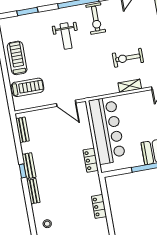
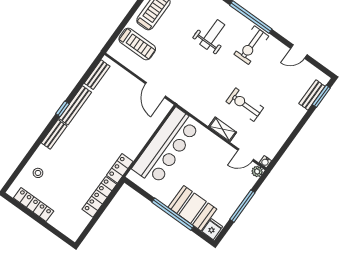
weight bench: (66, 36) -> (212, 34), turned 180
locker: (91, 160) -> (120, 168), moved
bench: (29, 166) -> (75, 105), width x1.36
locker: (99, 206) -> (99, 197), width x1.53

